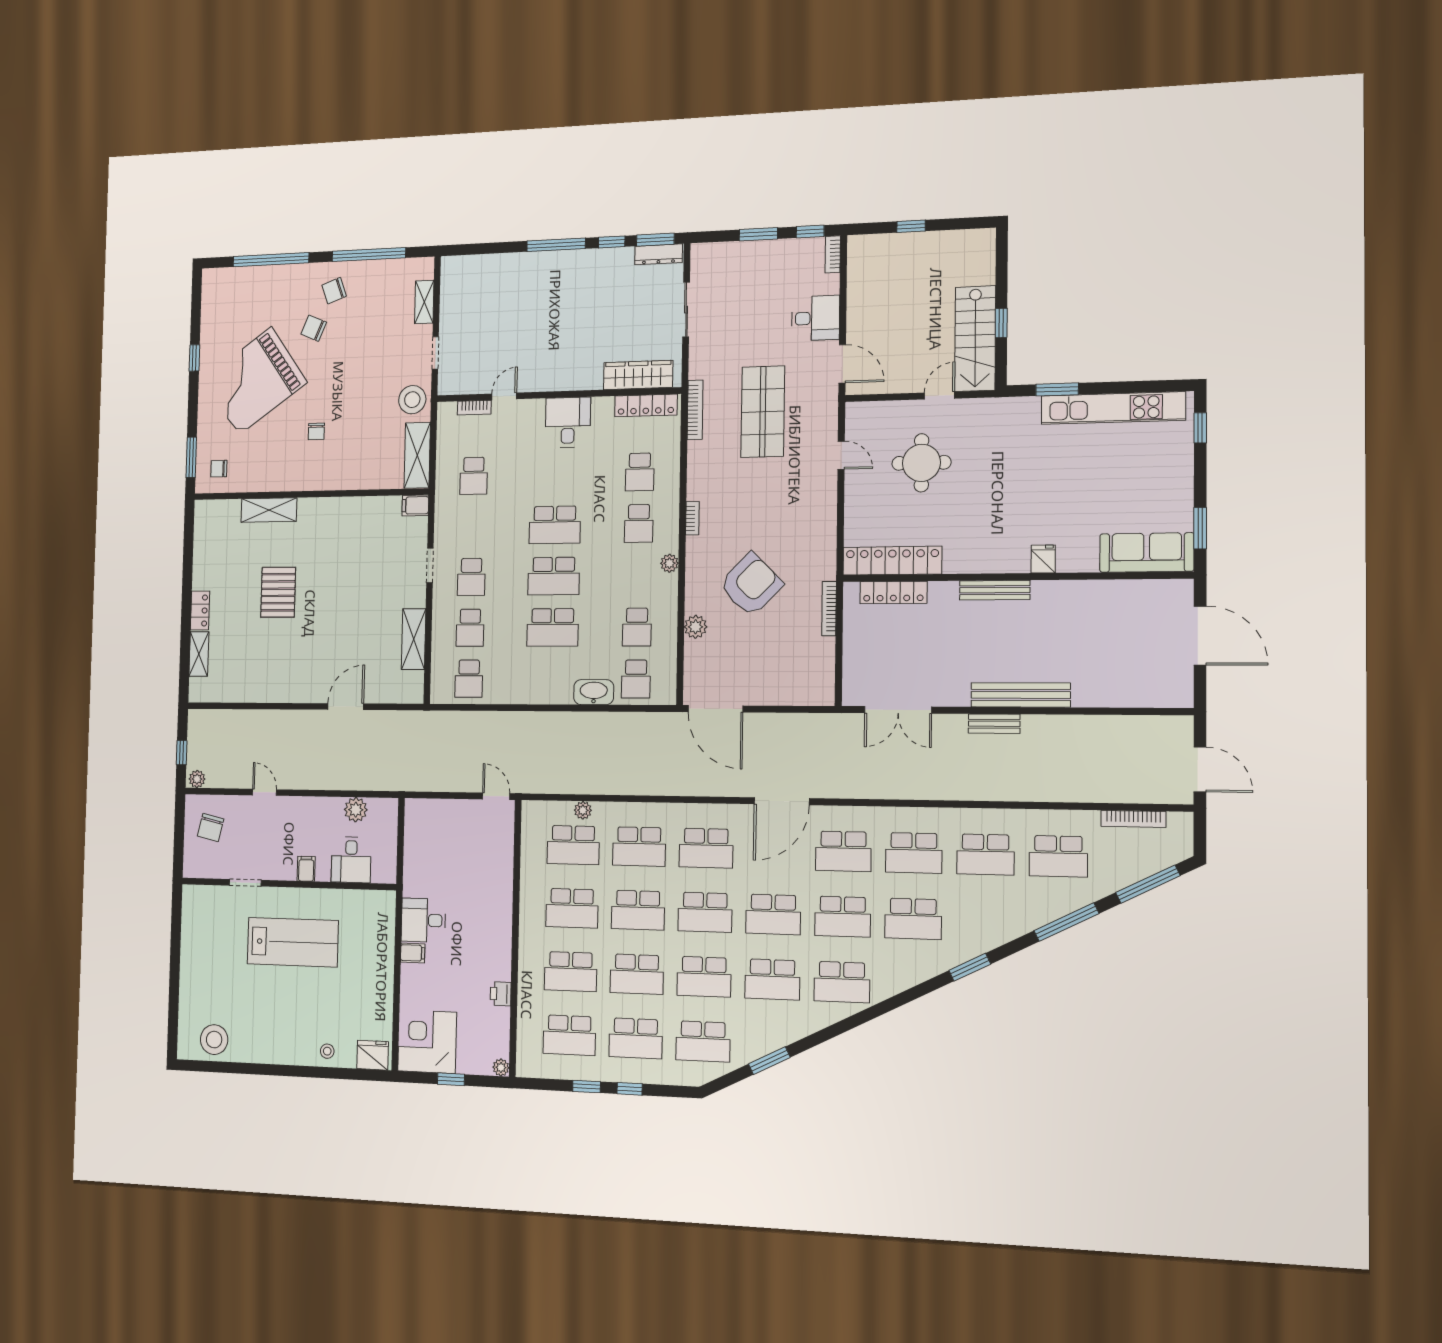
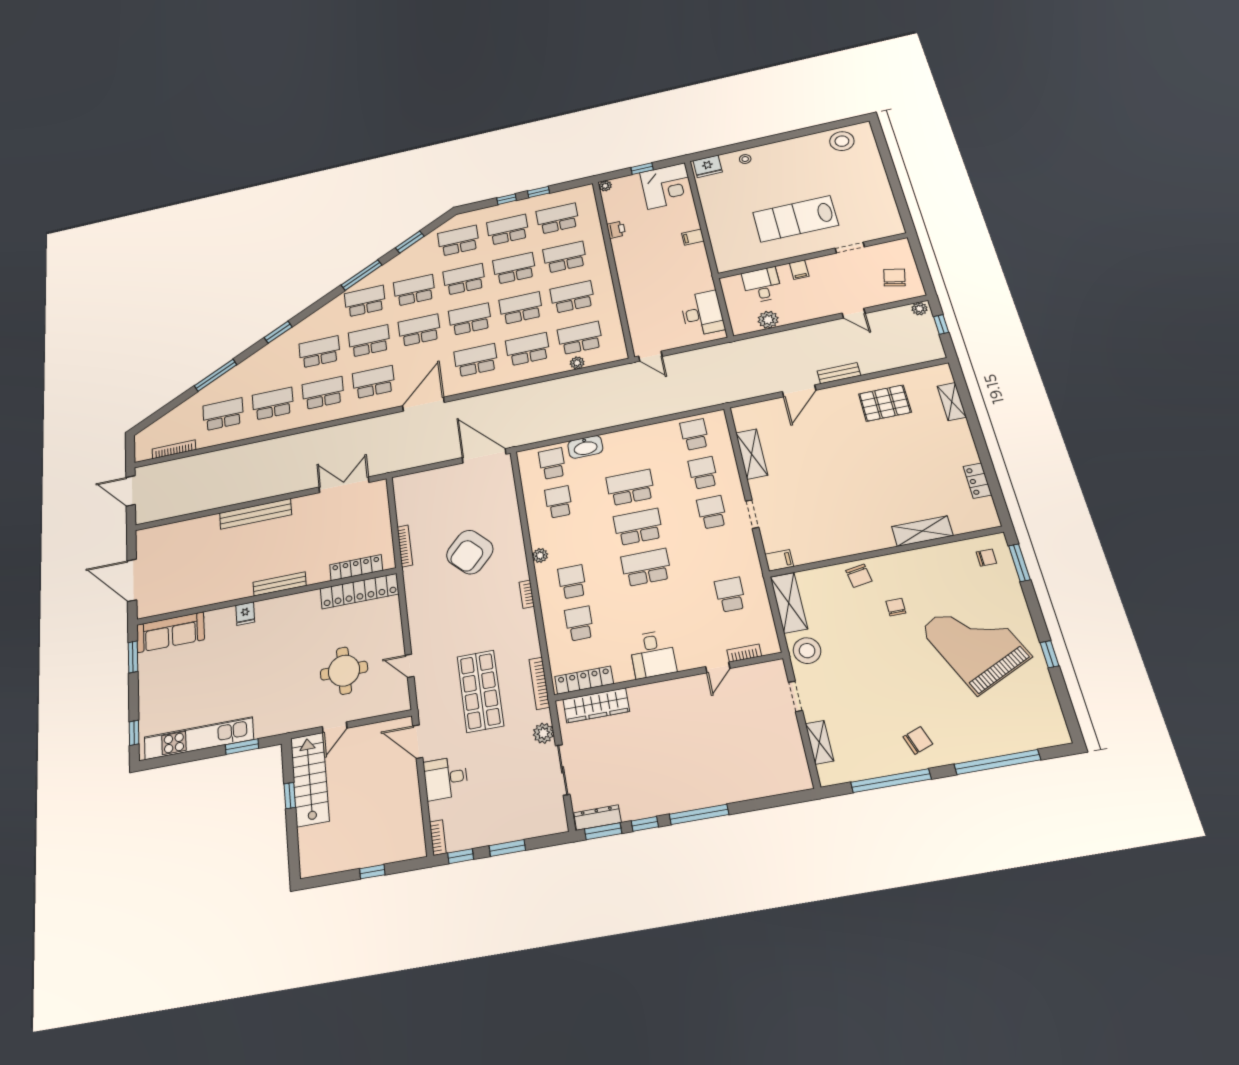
chair: (314, 328) -> (859, 576), moved, turned 58
grand piano: (255, 381) -> (975, 643), turned -80
pallet: (278, 592) -> (885, 403), moved, turned 90
locker: (200, 611) -> (977, 481), moved
plant: (696, 627) -> (543, 733), moved
bench: (994, 724) -> (839, 373), moved
window: (1148, 884) -> (361, 275), moved
desk: (423, 920) -> (702, 313), moved, width x1.37

